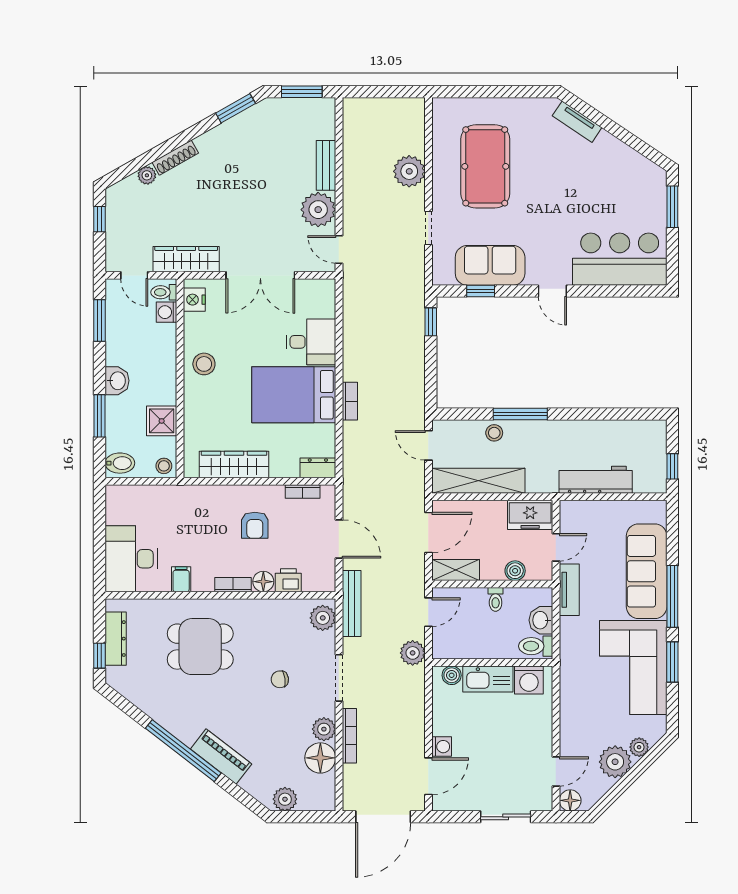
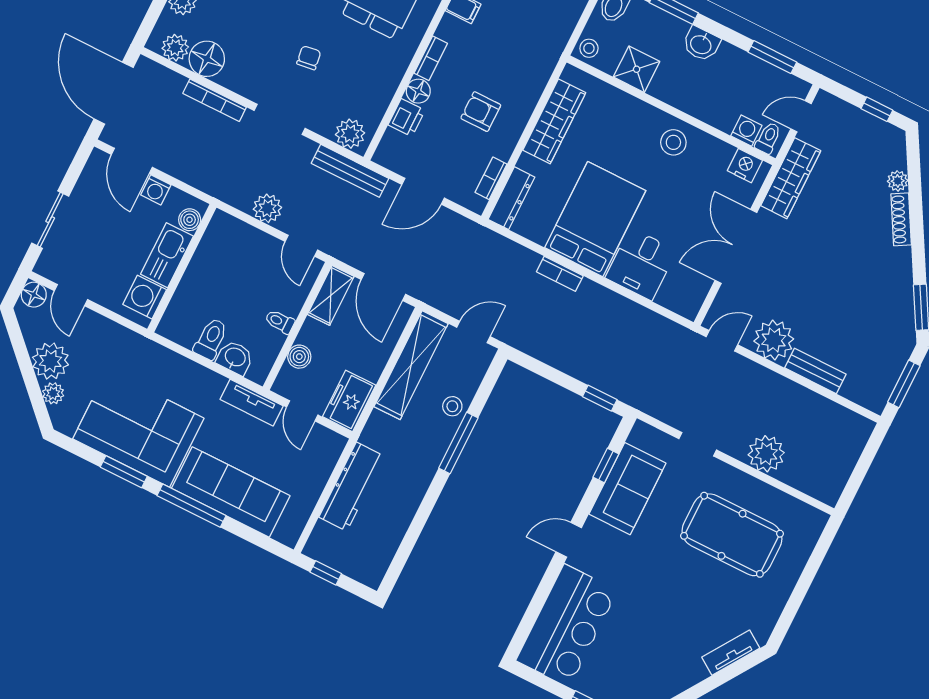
dresser: (318, 468) -> (511, 198), width x1.44
wall: (492, 662) -> (182, 268), moved
boiler: (452, 675) -> (190, 220), moved
kitchen sink: (488, 679) -> (167, 255), moved
washing machine: (529, 680) -> (145, 297), moved
plant: (324, 729) -> (175, 48), moved

